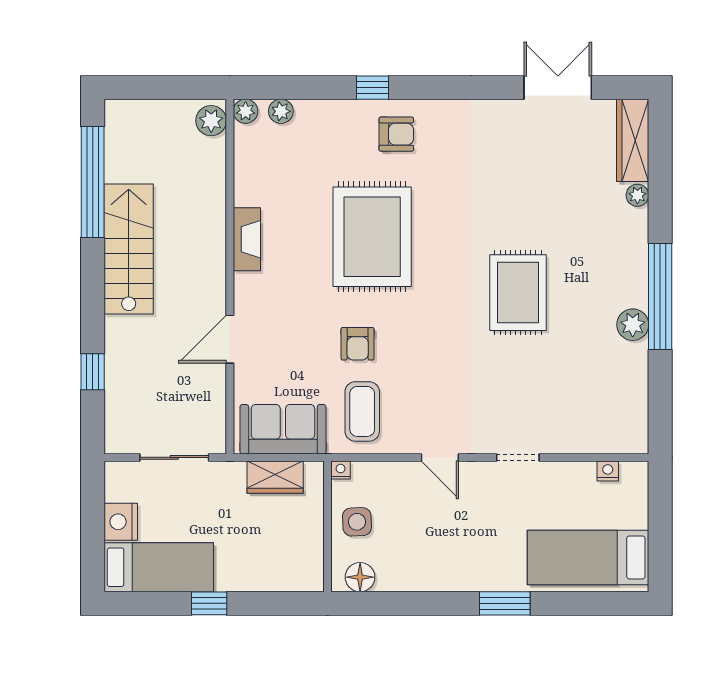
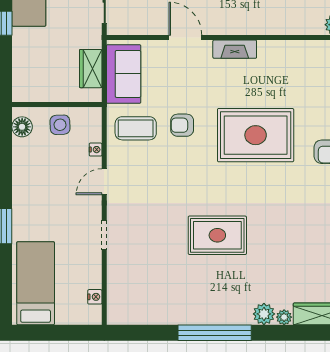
fireplace: (247, 239) -> (235, 49), moved
plant: (633, 325) -> (264, 314), moved
nightstand: (341, 470) -> (96, 150), moved

